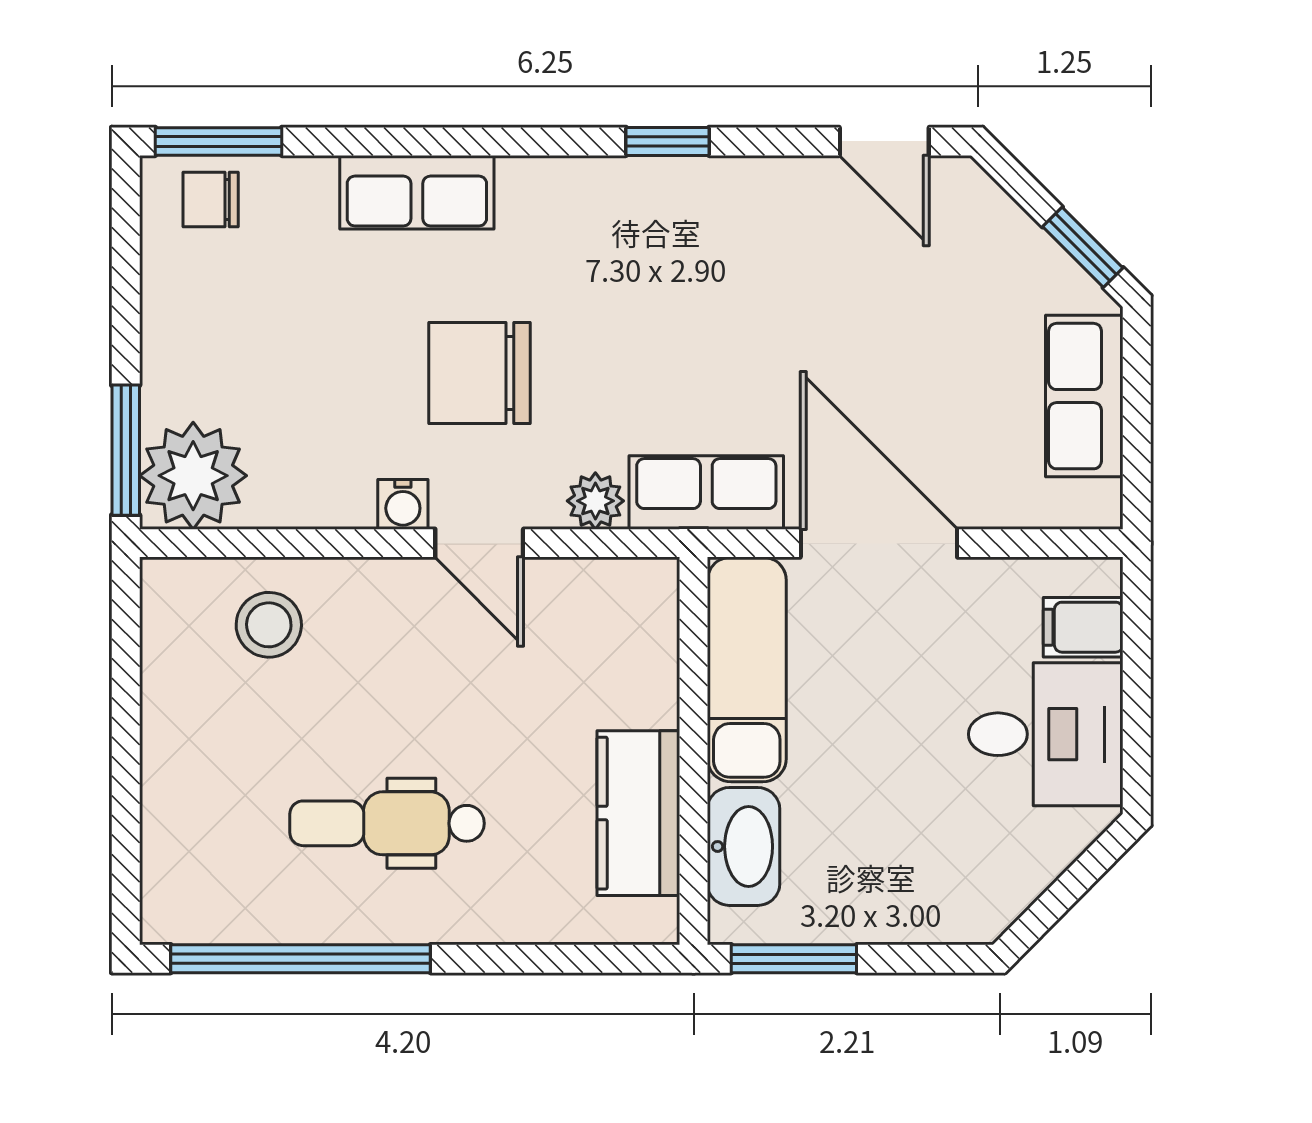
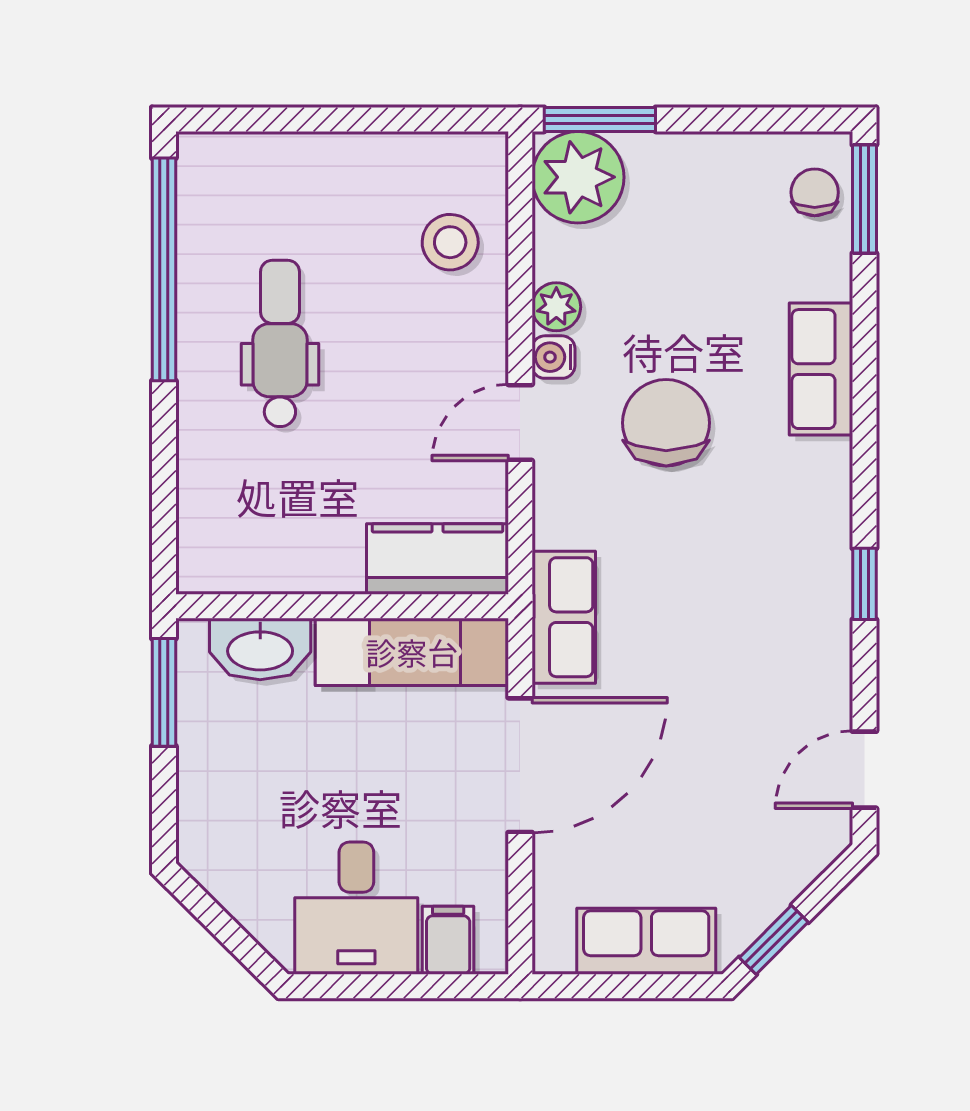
plant: (595, 501) -> (556, 307), moved
kitchen counter: (638, 813) -> (438, 559), moved

